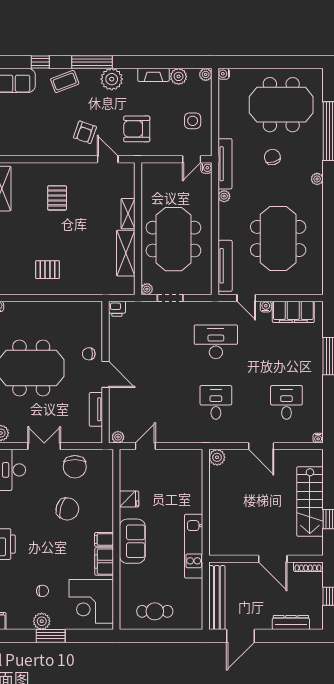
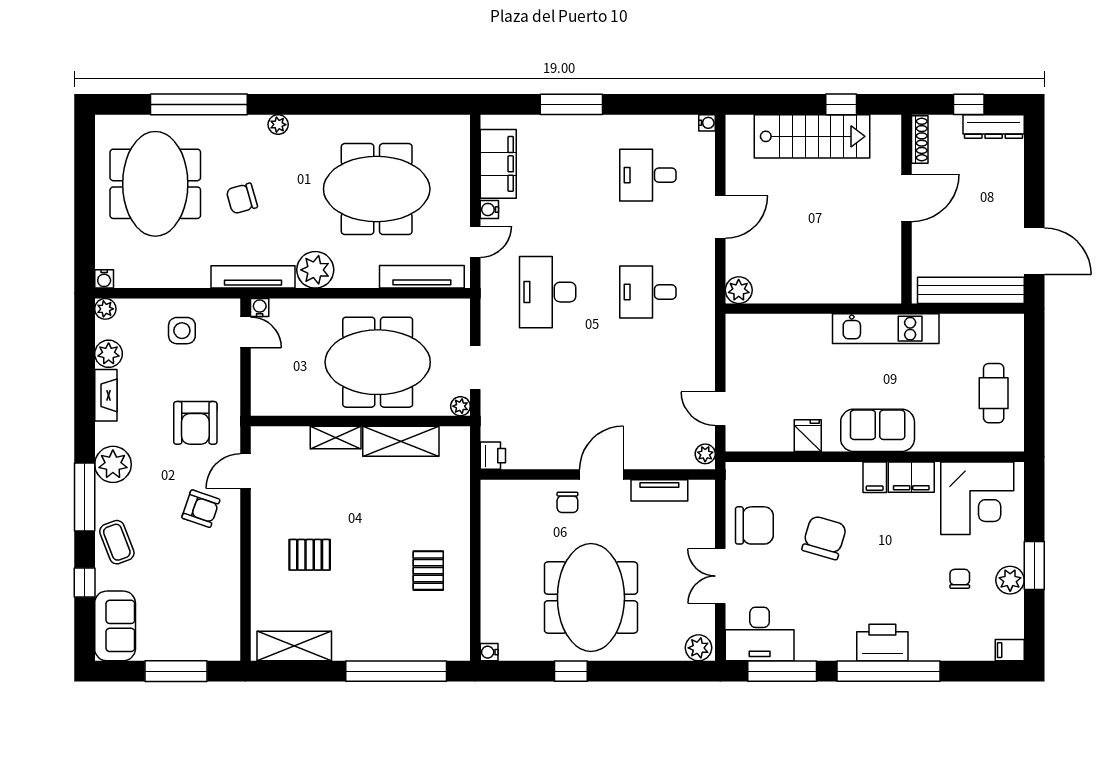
plant: (224, 196) -> (315, 270), width x1.88, depth x1.88
dresser: (291, 623) -> (994, 127), moved, turned -90

